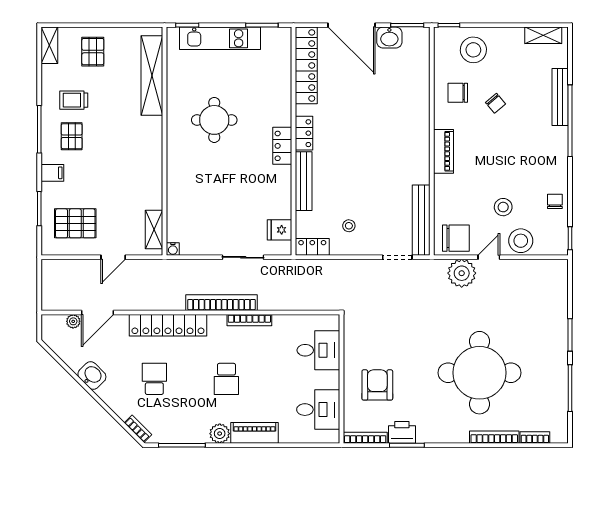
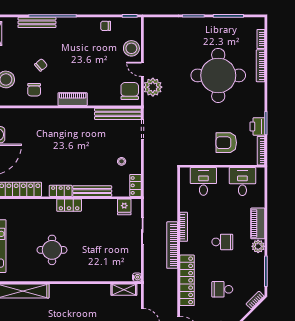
stool: (503, 207) -> (109, 60), removed

